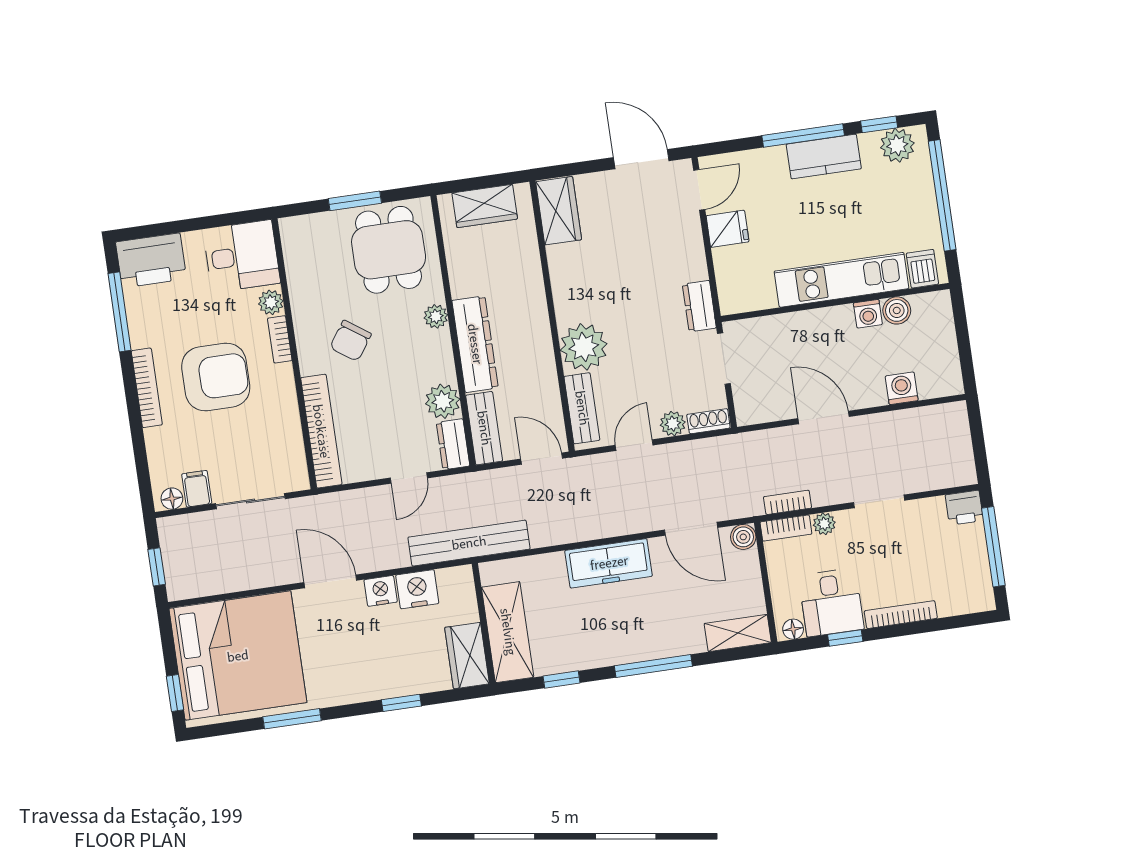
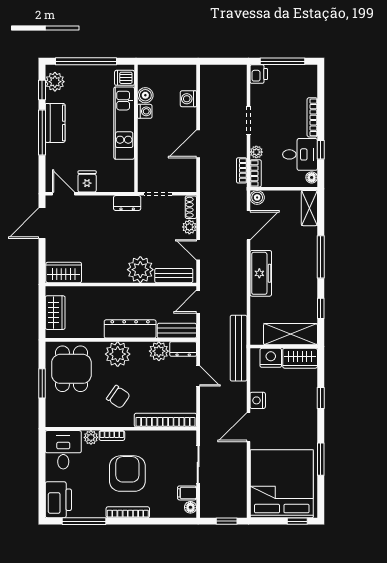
dining table: (389, 250) -> (71, 369), turned 90
plant: (436, 316) -> (118, 354), width x1.88, depth x1.88
nightstand: (417, 589) -> (271, 358), moved, turned 90

